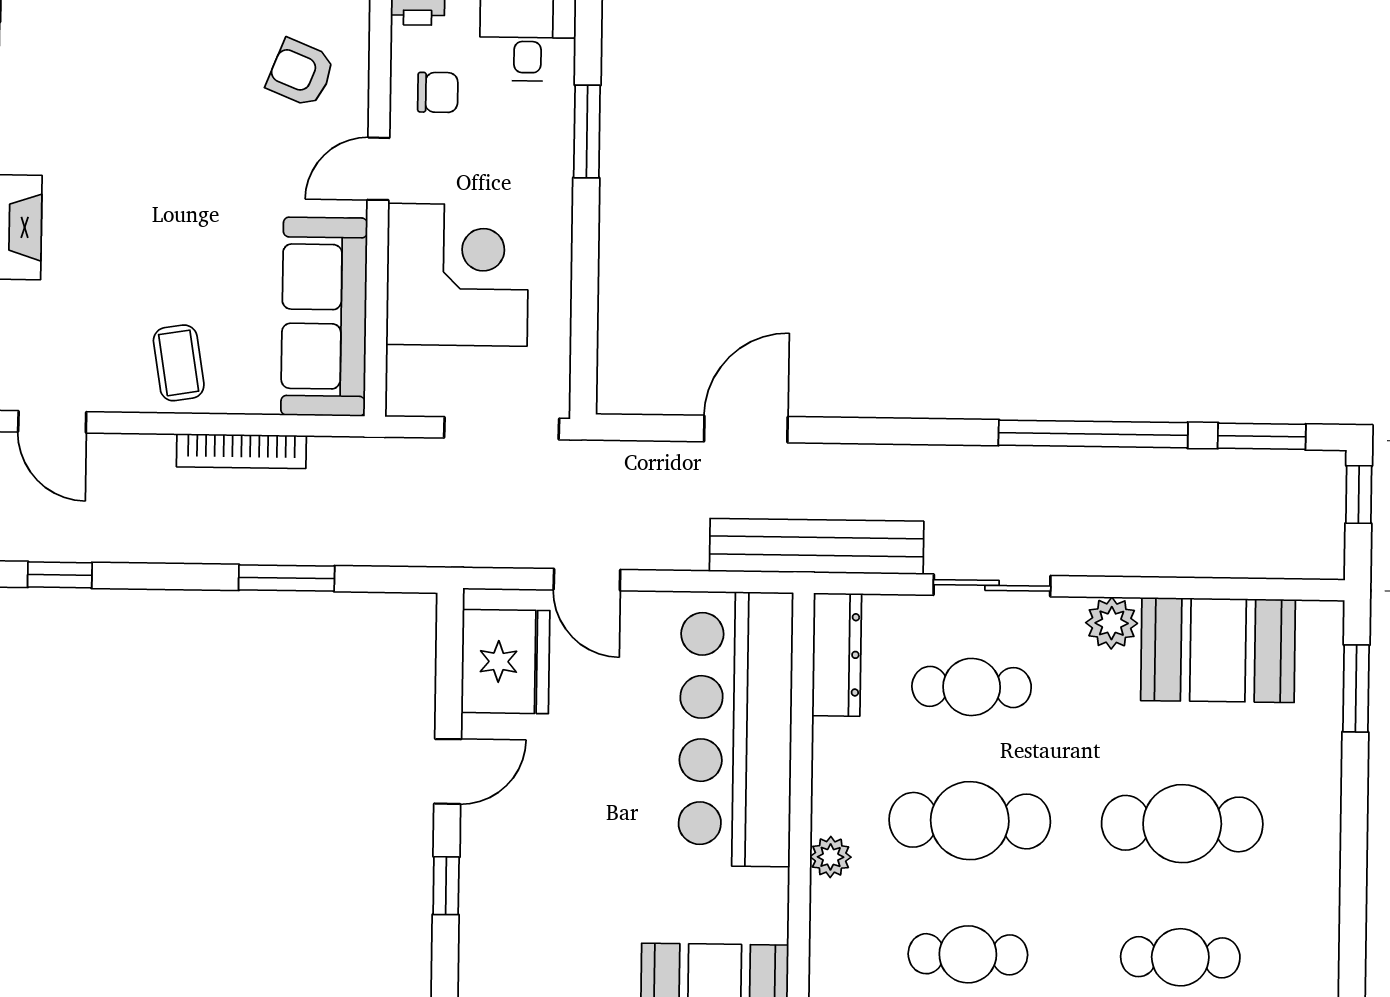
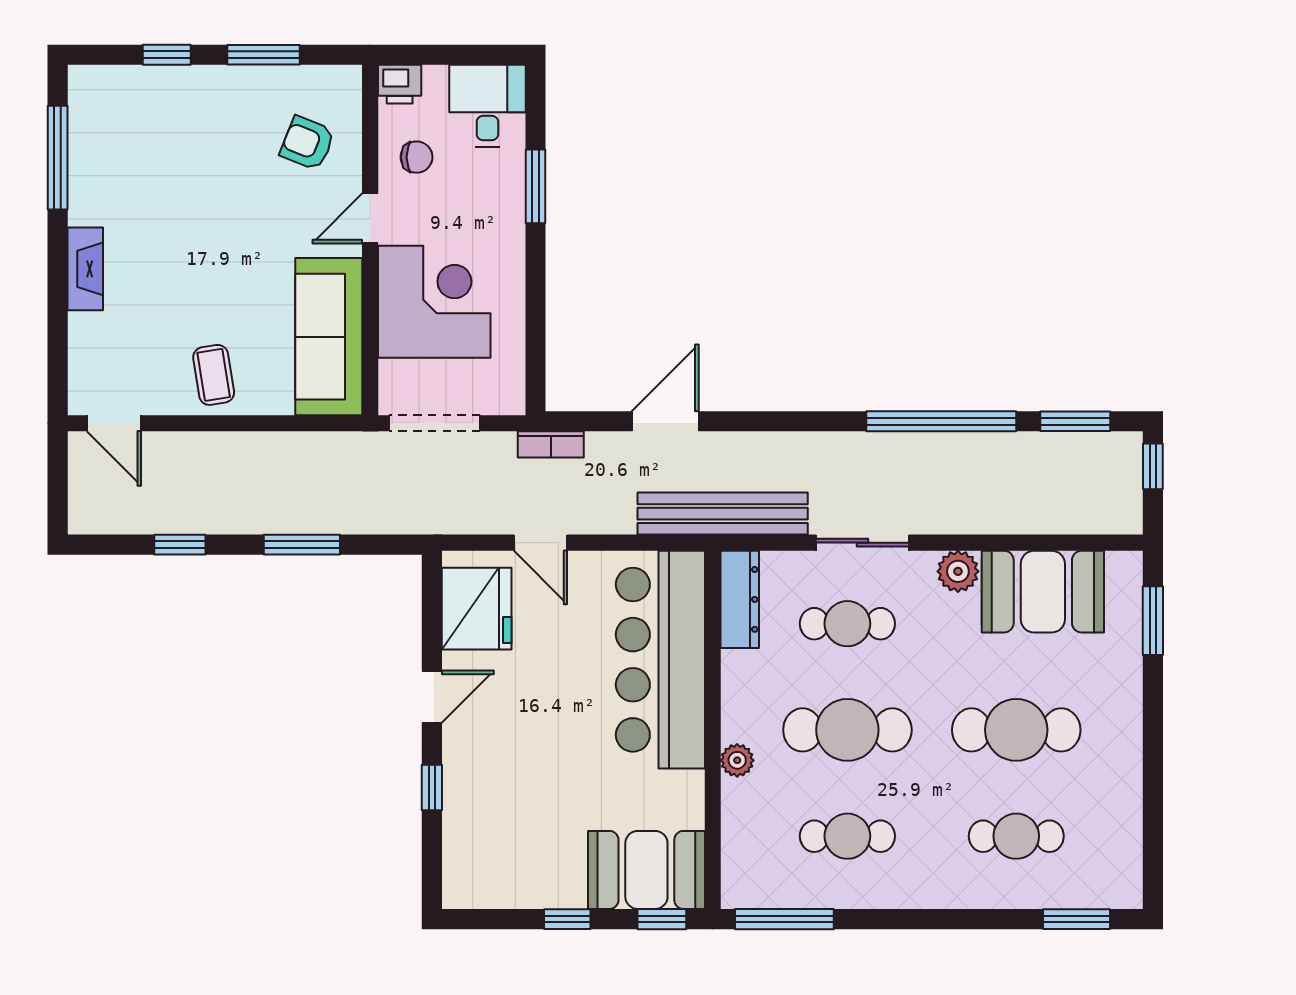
doorway: (502, 428) -> (434, 423), moved
bookcase: (241, 451) -> (551, 444), moved, width x0.64
window: (60, 575) -> (180, 545), moved

